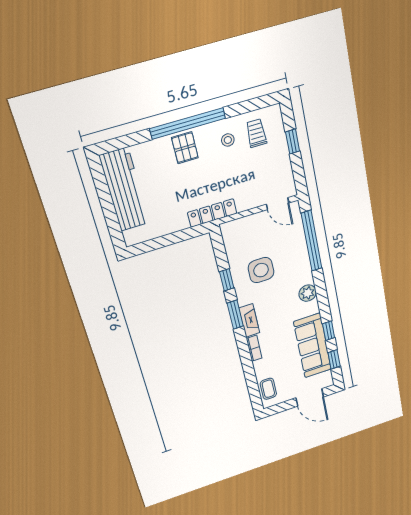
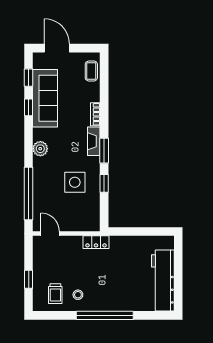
pallet: (185, 148) -> (111, 298), removed
locker: (212, 213) -> (96, 242), width x0.66

